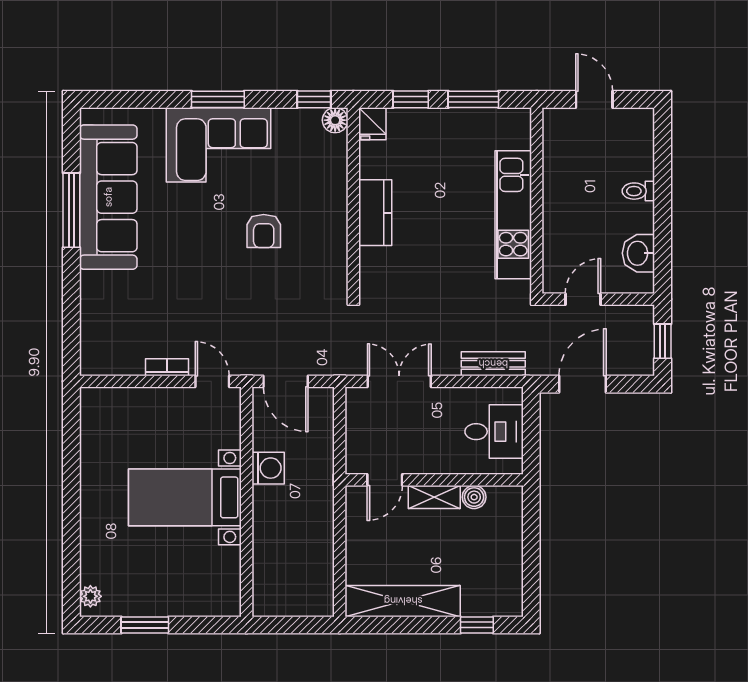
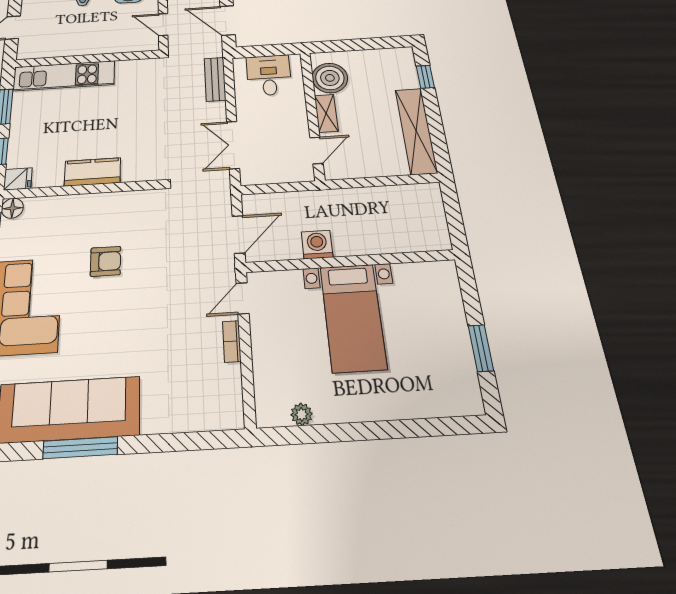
kitchen unit: (513, 215) -> (64, 76), moved
door: (385, 480) -> (316, 150), hinge flipped
boiler: (474, 497) -> (330, 78), width x1.86, depth x1.86
plant: (90, 596) -> (302, 414), moved

